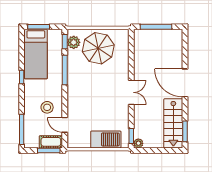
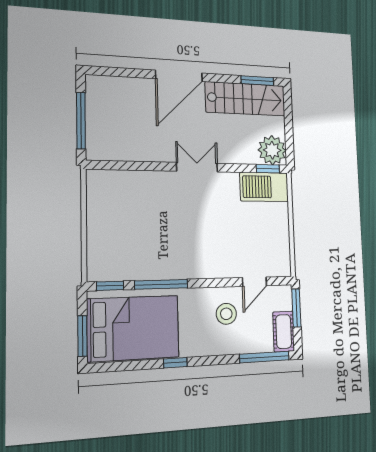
plant: (74, 42) -> (111, 270), removed
parasol: (98, 48) -> (121, 225), removed
bed: (36, 54) -> (133, 328), width x1.50
barbecue: (106, 139) -> (264, 187), moved, turned -90
cot: (51, 142) -> (284, 332), moved
plant: (138, 143) -> (272, 150), width x1.88, depth x1.88

